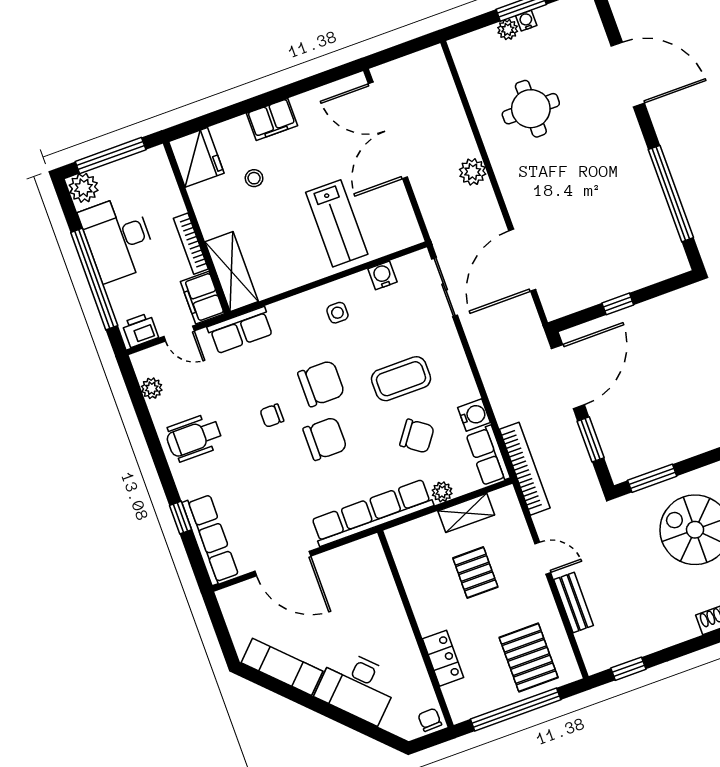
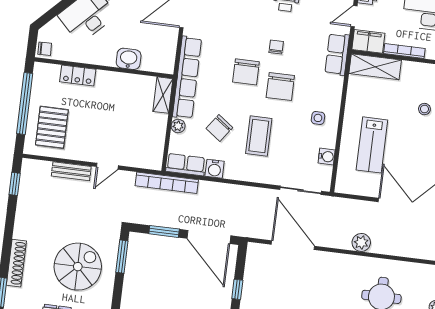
lab bench: (337, 223) -> (372, 145), turned -90
shelving: (466, 513) -> (163, 95), moved
pallet: (475, 573) -> (119, 121), removed
washbasin: (387, 602) -> (129, 59), added
pallet: (529, 658) -> (52, 127), turned 90

